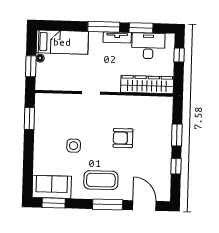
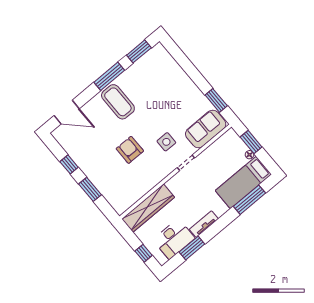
window: (104, 27) -> (250, 200), moved
armchair: (123, 138) -> (130, 150), turned -90
side table: (74, 146) -> (166, 142), moved
coffee table: (101, 180) -> (118, 102), turned 90
sofa: (52, 187) -> (206, 129), moved, turned 180
window: (108, 204) -> (109, 76), moved

